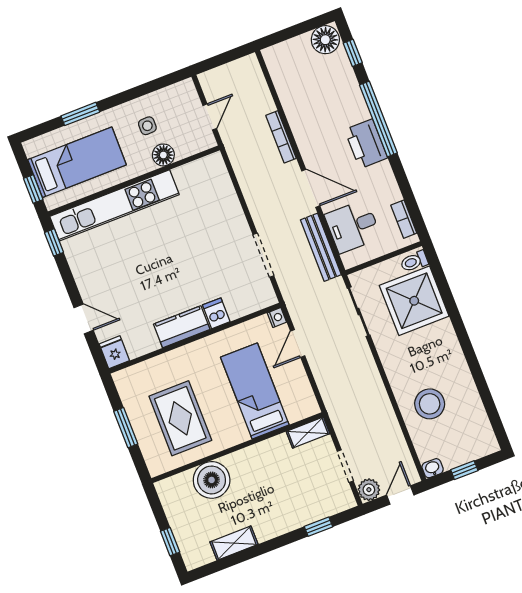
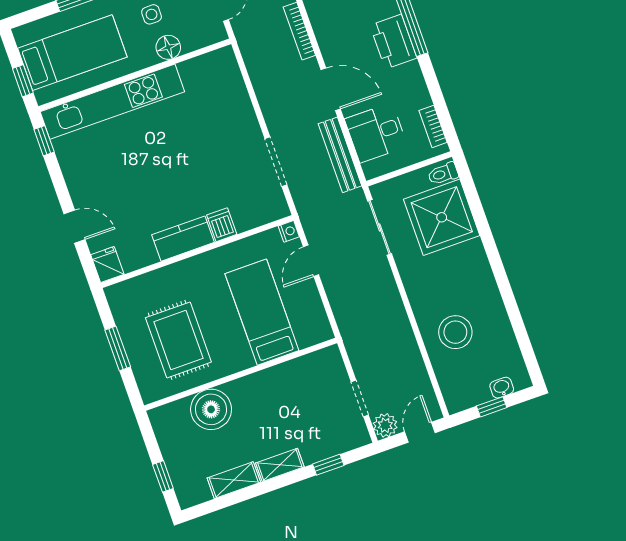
shelving: (308, 433) -> (280, 465), moved
washbasin: (433, 468) -> (502, 388), moved

